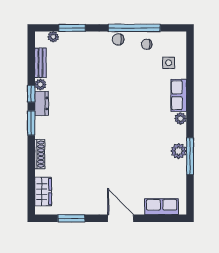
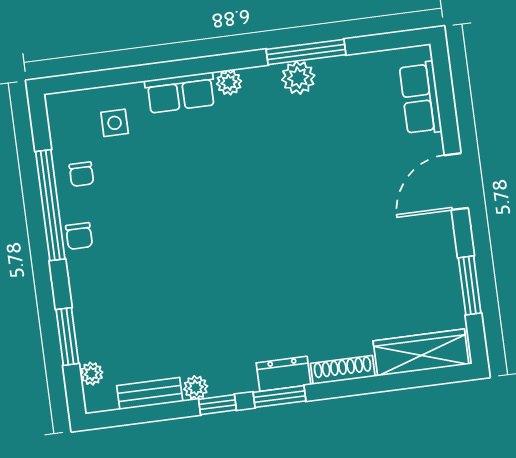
dresser: (42, 103) -> (283, 374), moved
wardrobe: (43, 192) -> (421, 353), width x1.50

